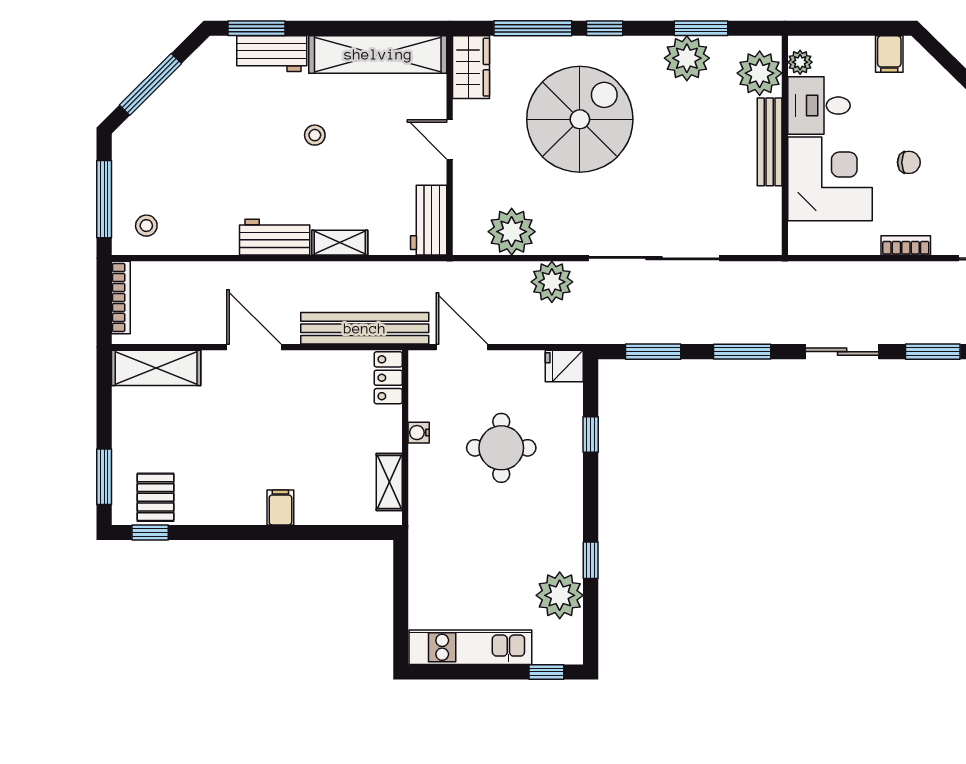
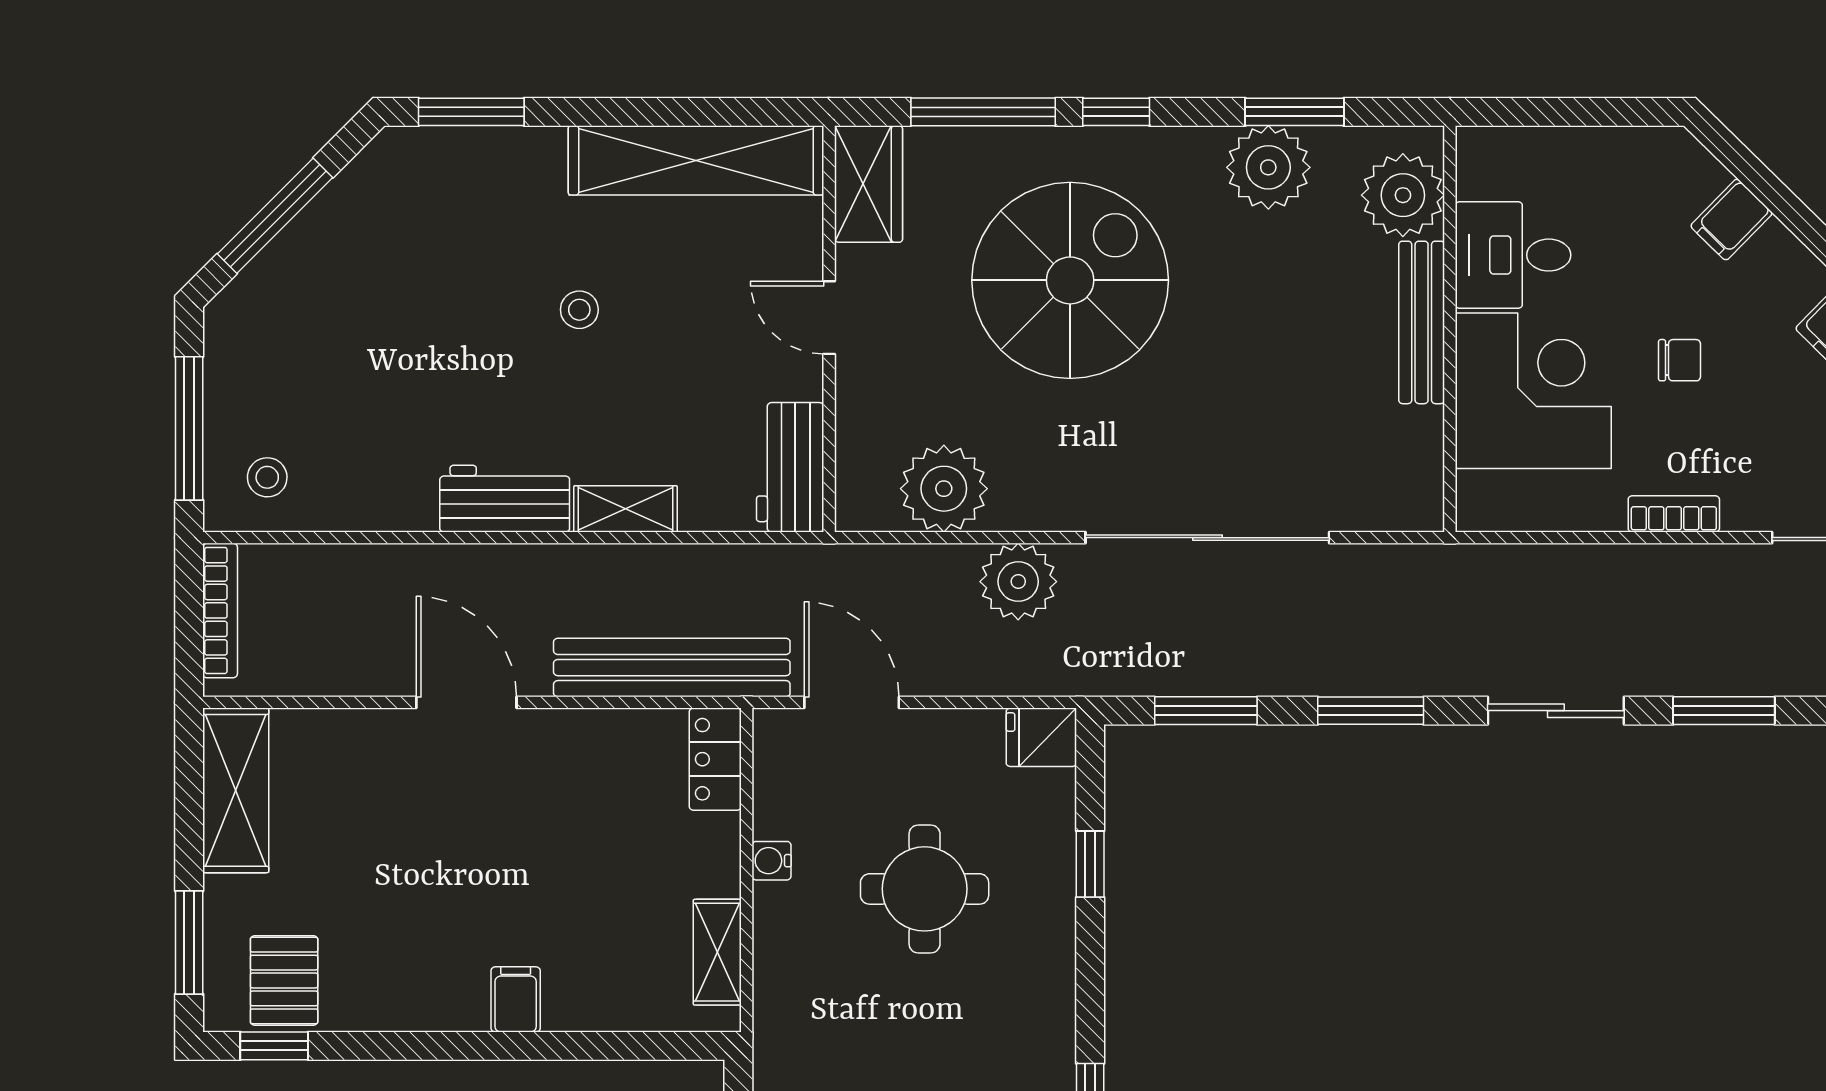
workbench: (272, 54) -> (499, 159), removed
filing cabinet: (889, 54) -> (1731, 219), moved, turned 44
plant: (800, 62) -> (1478, 175), removed
shelving: (156, 368) -> (236, 790), moved, turned 90

